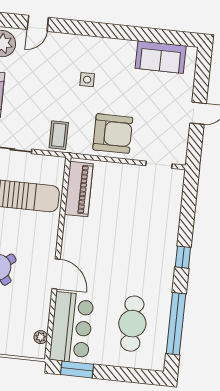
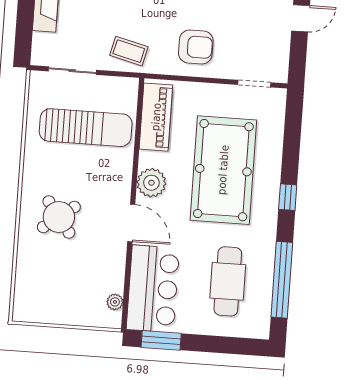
armchair: (113, 134) -> (196, 47), width x0.73, depth x0.73
coffee table: (59, 135) -> (129, 51), turned -76
pool table: (132, 234) -> (223, 170), added
plant: (73, 242) -> (151, 183), added

